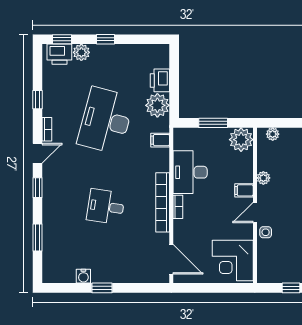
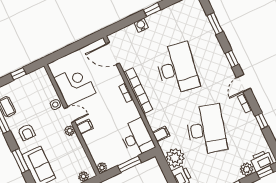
plant: (241, 140) -> (102, 168), width x0.53, depth x0.53
desk: (190, 172) -> (137, 138), moved
plant: (263, 178) -> (70, 131), moved
desk: (106, 207) -> (177, 69), width x1.87, depth x1.30
door: (255, 212) -> (70, 115), hinge flipped
corner desk: (233, 261) -> (75, 85), moved
water cooler: (83, 276) -> (141, 25), moved

